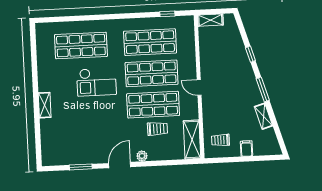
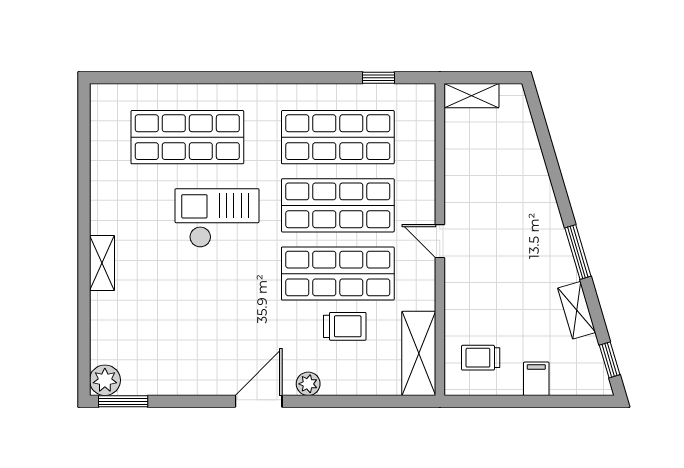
window: (250, 54) -> (610, 360), moved
checkout: (96, 82) -> (217, 218), turned 180
plant: (49, 159) -> (105, 380), added
window: (81, 167) -> (123, 401), moved

